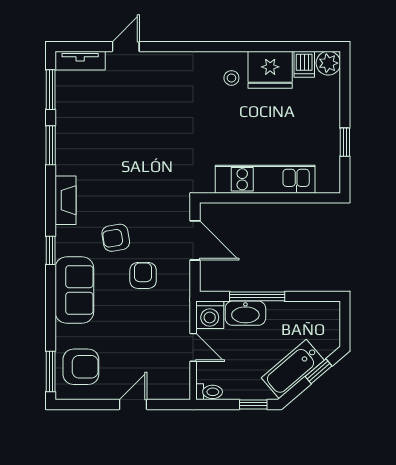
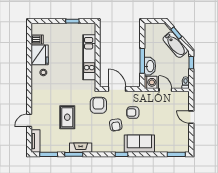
door: (126, 47) -> (29, 120), hinge flipped
plant: (328, 63) -> (37, 29), removed
rug: (133, 131) -> (67, 117), added
fireplace: (66, 200) -> (81, 148), moved
door: (195, 240) -> (117, 89), hinge flipped
door: (193, 347) -> (165, 90), hinge flipped
armchair: (81, 367) -> (98, 105), moved

